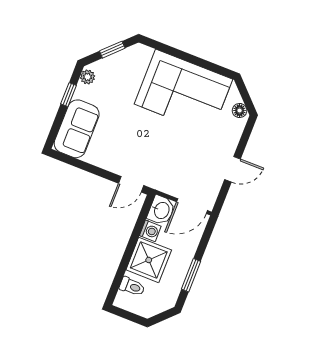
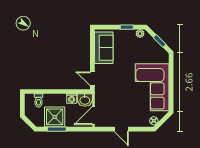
sofa: (77, 129) -> (104, 48), moved, turned -90
door: (192, 206) -> (93, 115), hinge flipped
shower: (149, 260) -> (55, 117), moved

